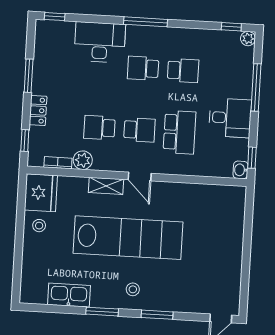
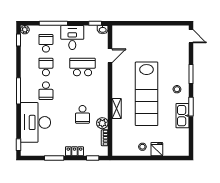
desk: (100, 42) -> (35, 122), width x1.36, depth x1.30
school desk: (139, 130) -> (46, 43), moved
door: (140, 176) -> (110, 56), moved
fridge: (41, 193) -> (157, 149), moved, width x0.53, depth x0.75
lab bench: (128, 238) -> (147, 94), turned 180
kitchen sink: (69, 295) -> (183, 116), moved

